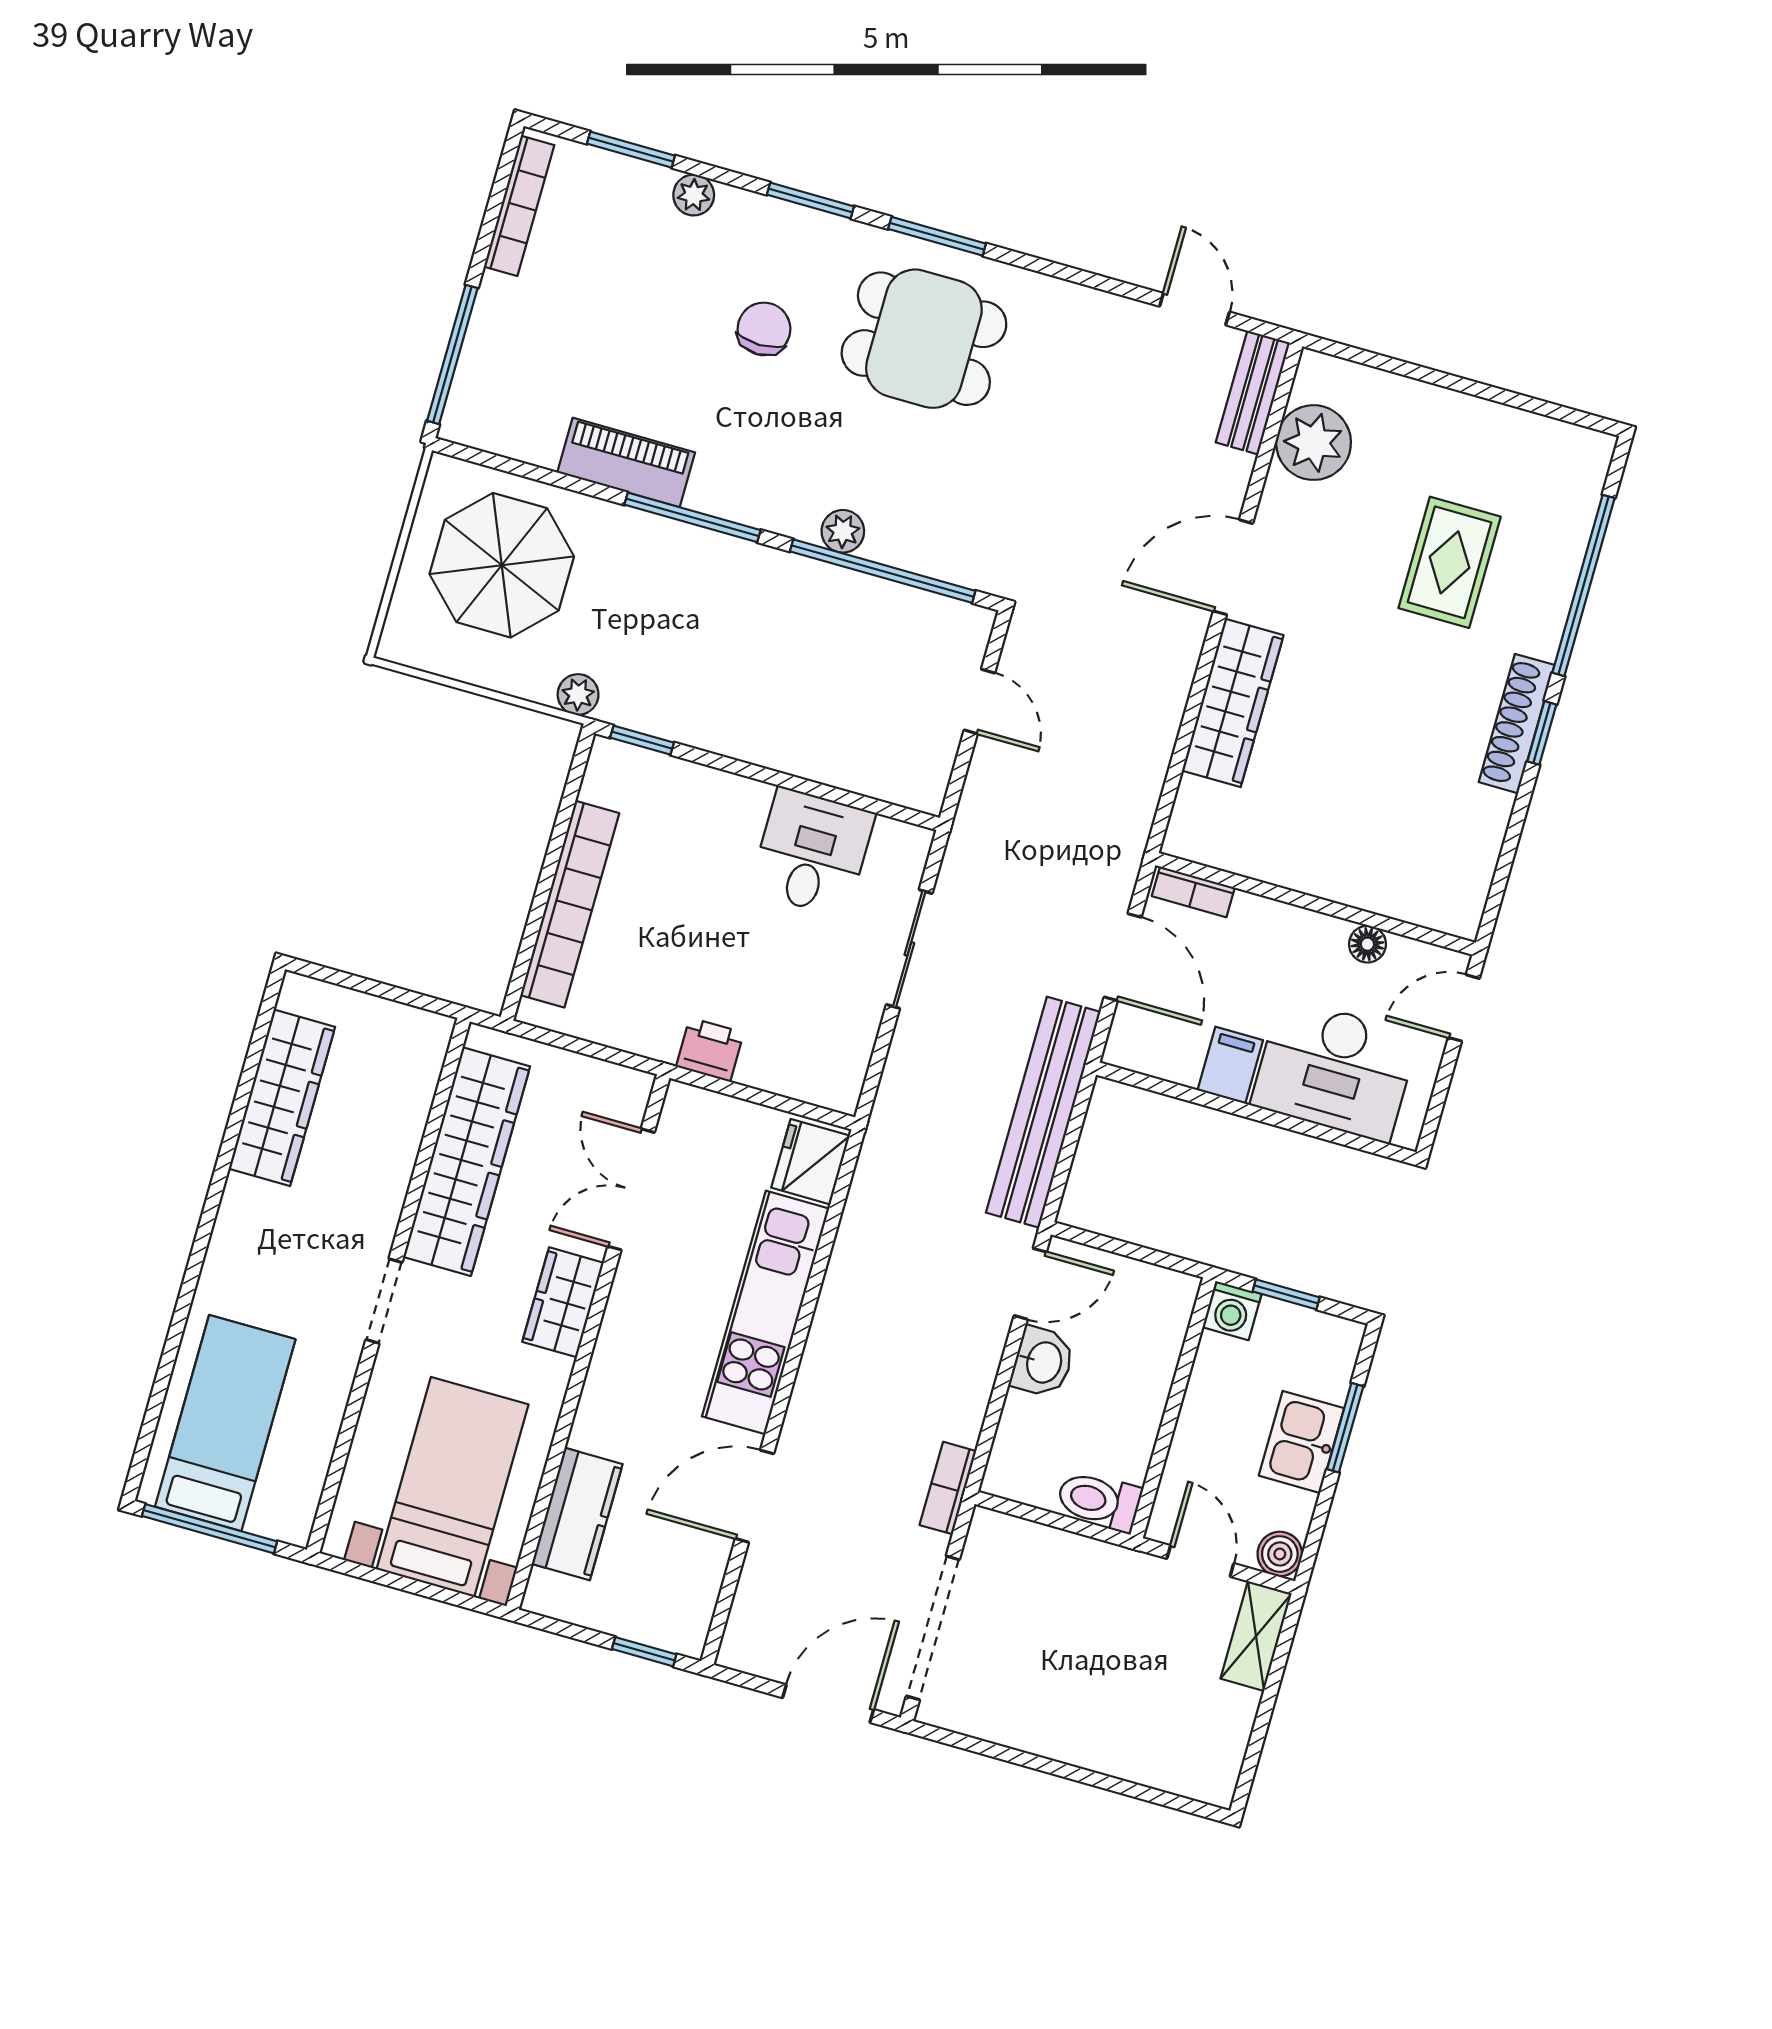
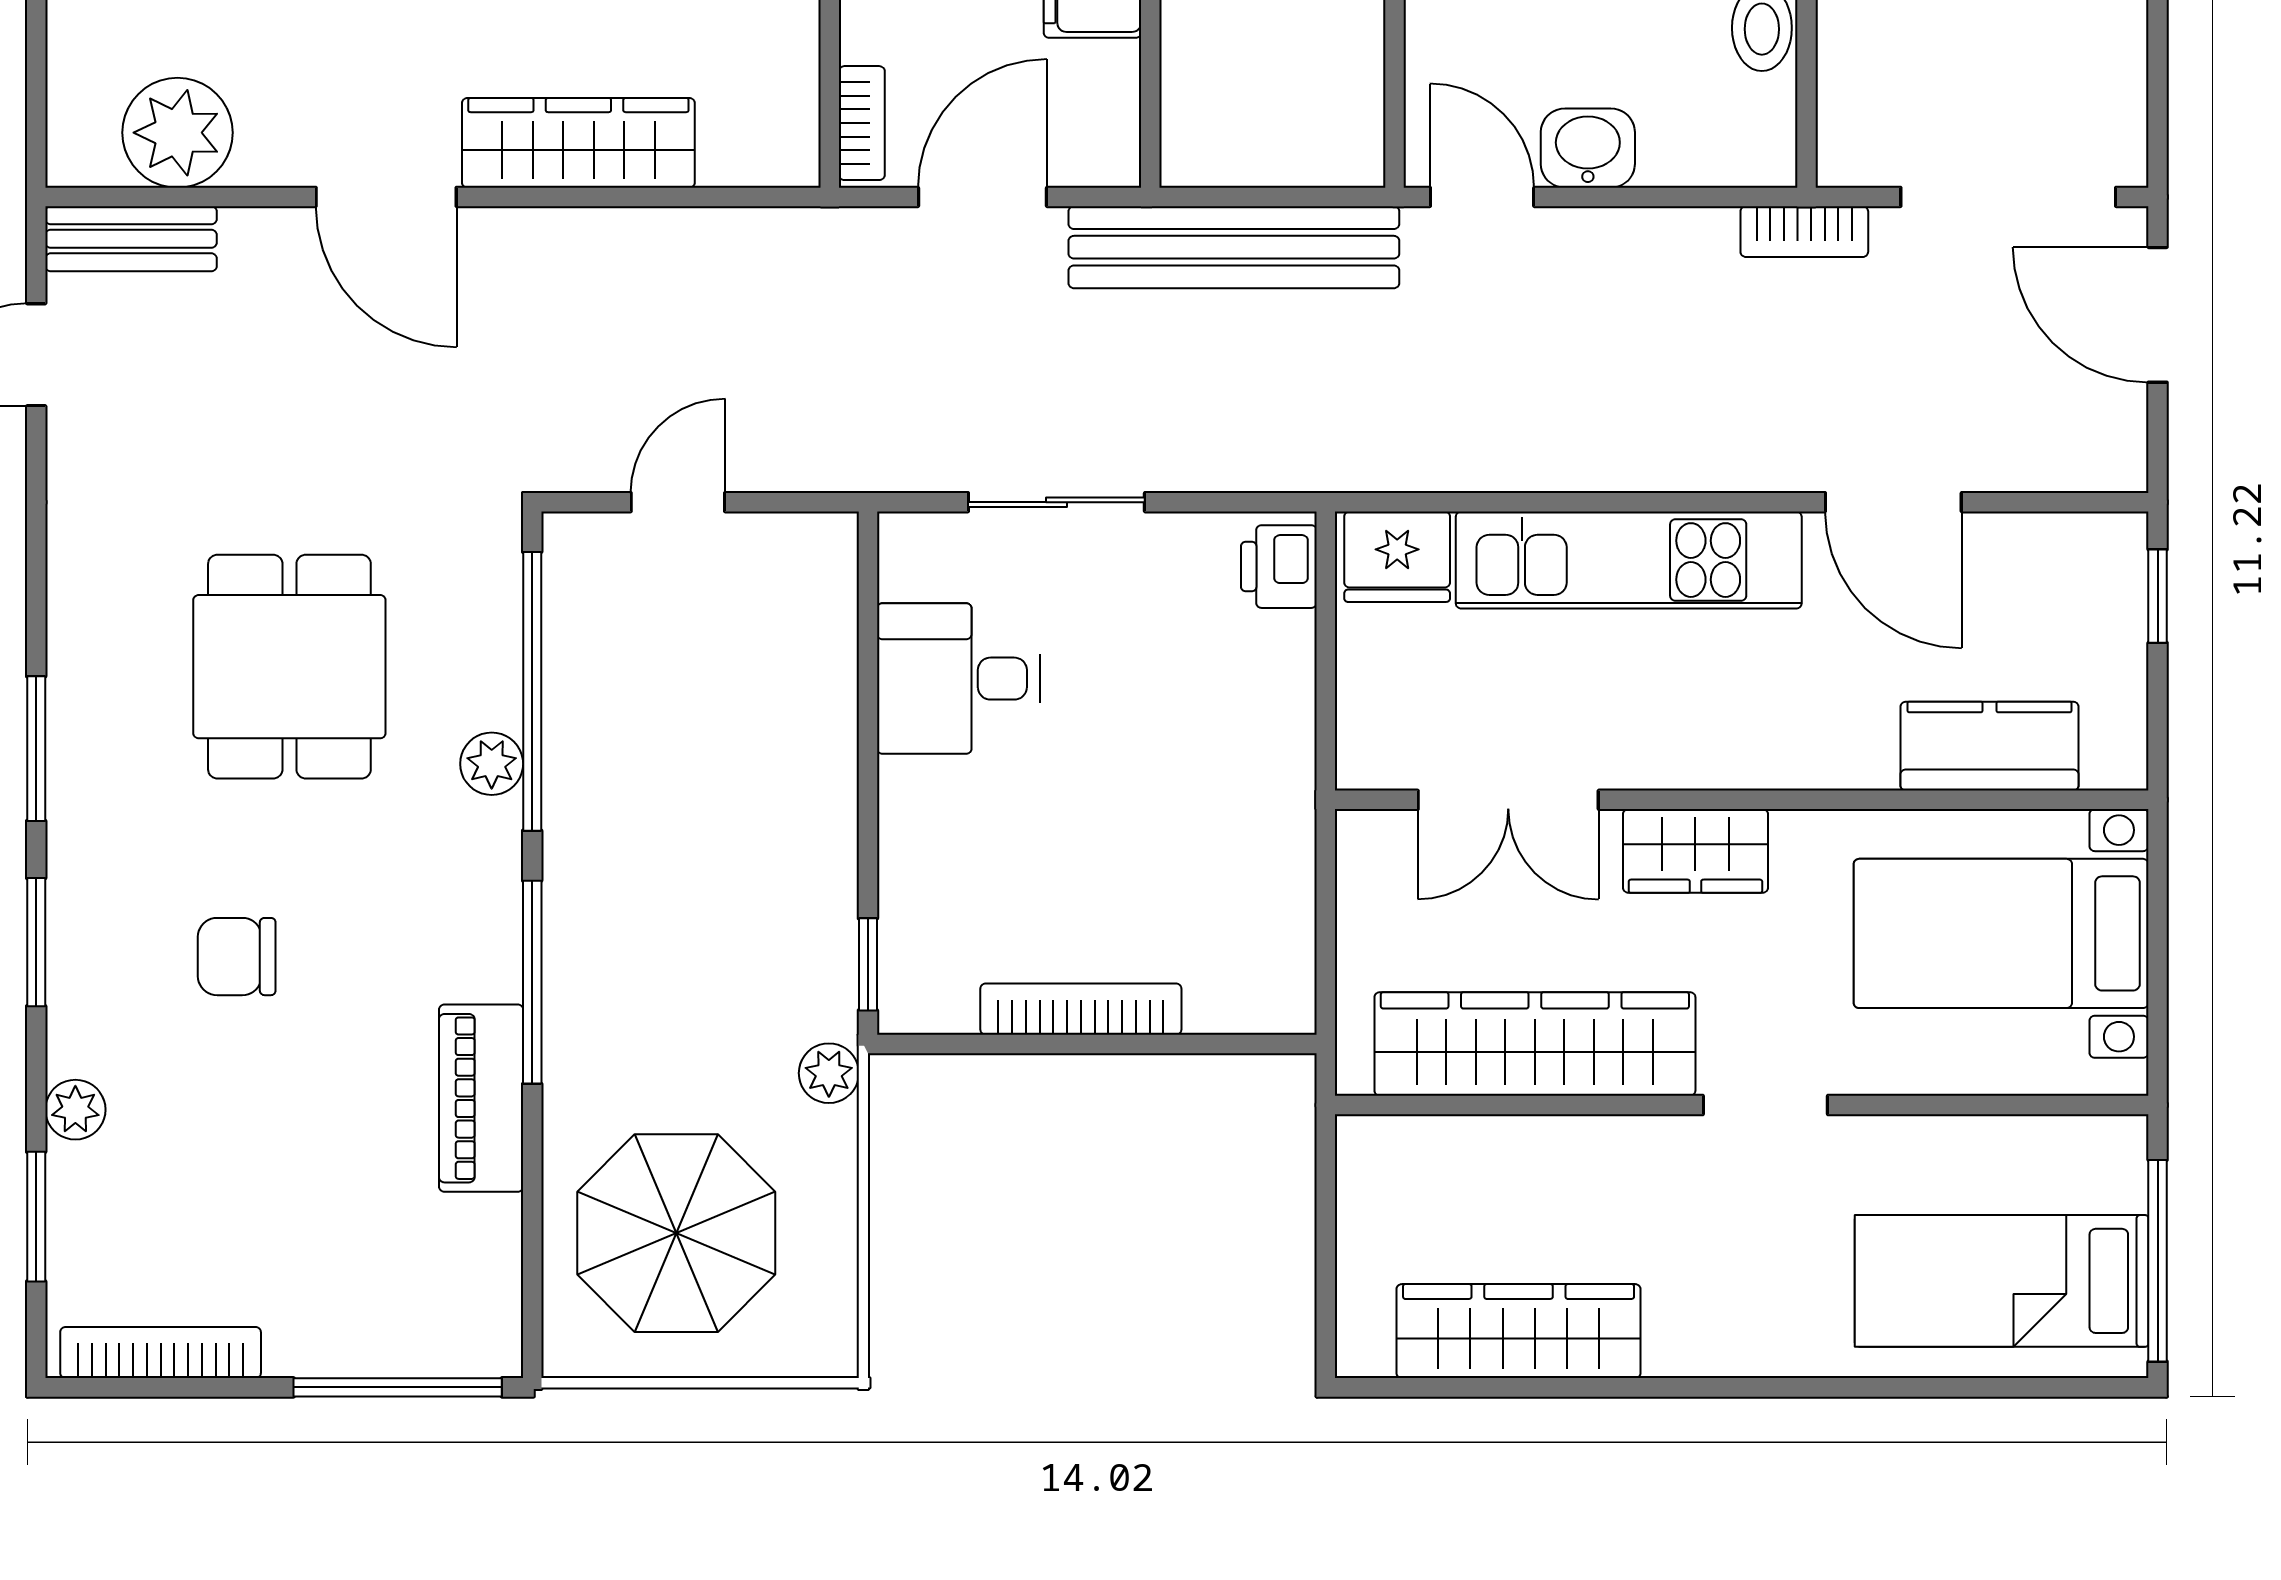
dining table: (924, 339) -> (289, 667), moved
bookcase: (570, 904) -> (1081, 1009), width x0.68, depth x0.76
printer: (710, 1050) -> (1279, 567), moved

